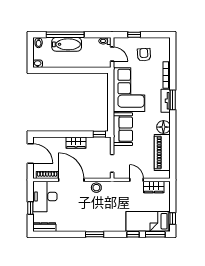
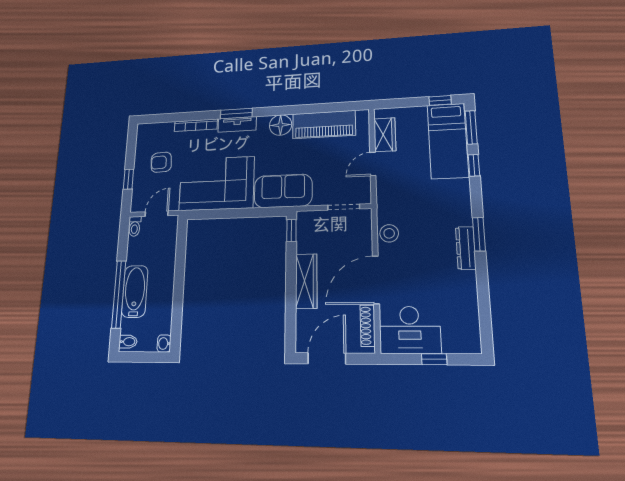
wardrobe: (76, 143) -> (306, 281), width x1.50
dresser: (44, 227) -> (466, 248), moved

